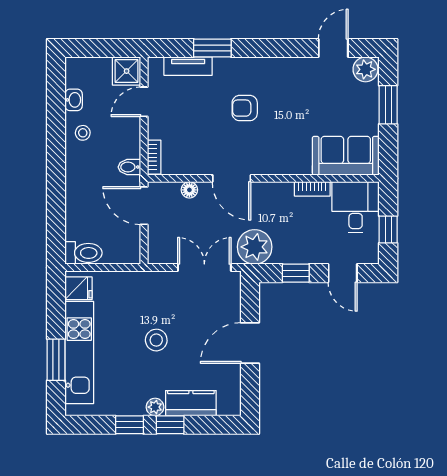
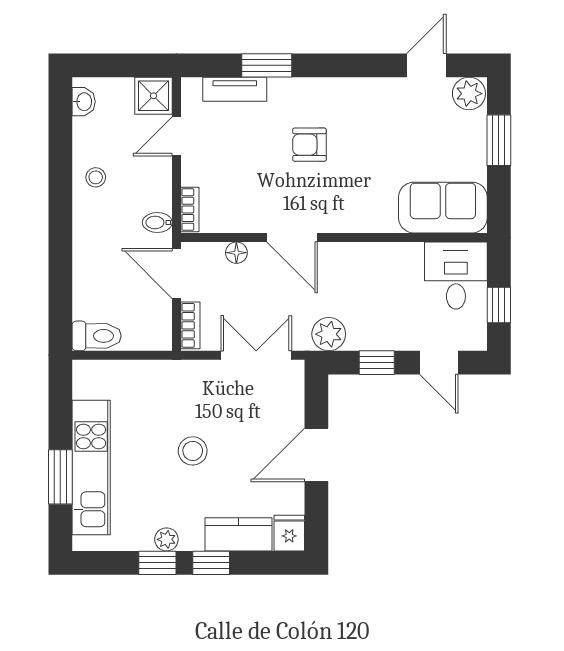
washbasin: (74, 100) -> (84, 102), moved
bookcase: (312, 189) -> (190, 325), moved, turned -90
plant: (255, 247) -> (329, 334), width x0.73, depth x0.73
fridge: (78, 288) -> (289, 533), moved, turned -90
plant: (155, 407) -> (166, 539), moved

